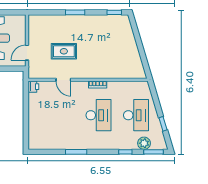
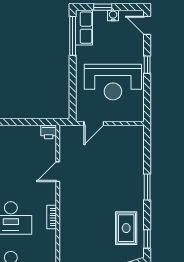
rug: (64, 51) -> (126, 228), moved
door: (27, 53) -> (94, 123), swing flipped

